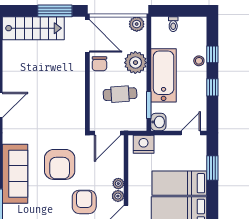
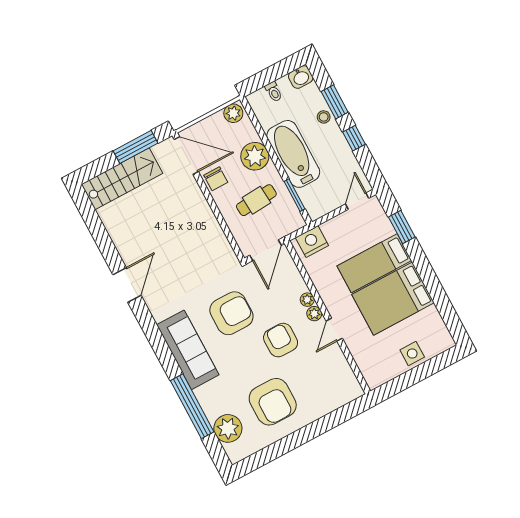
window: (212, 54) -> (335, 102), width x1.50
washbasin: (158, 122) -> (301, 77), moved, turned 90
armchair: (60, 164) -> (231, 313), turned -90

